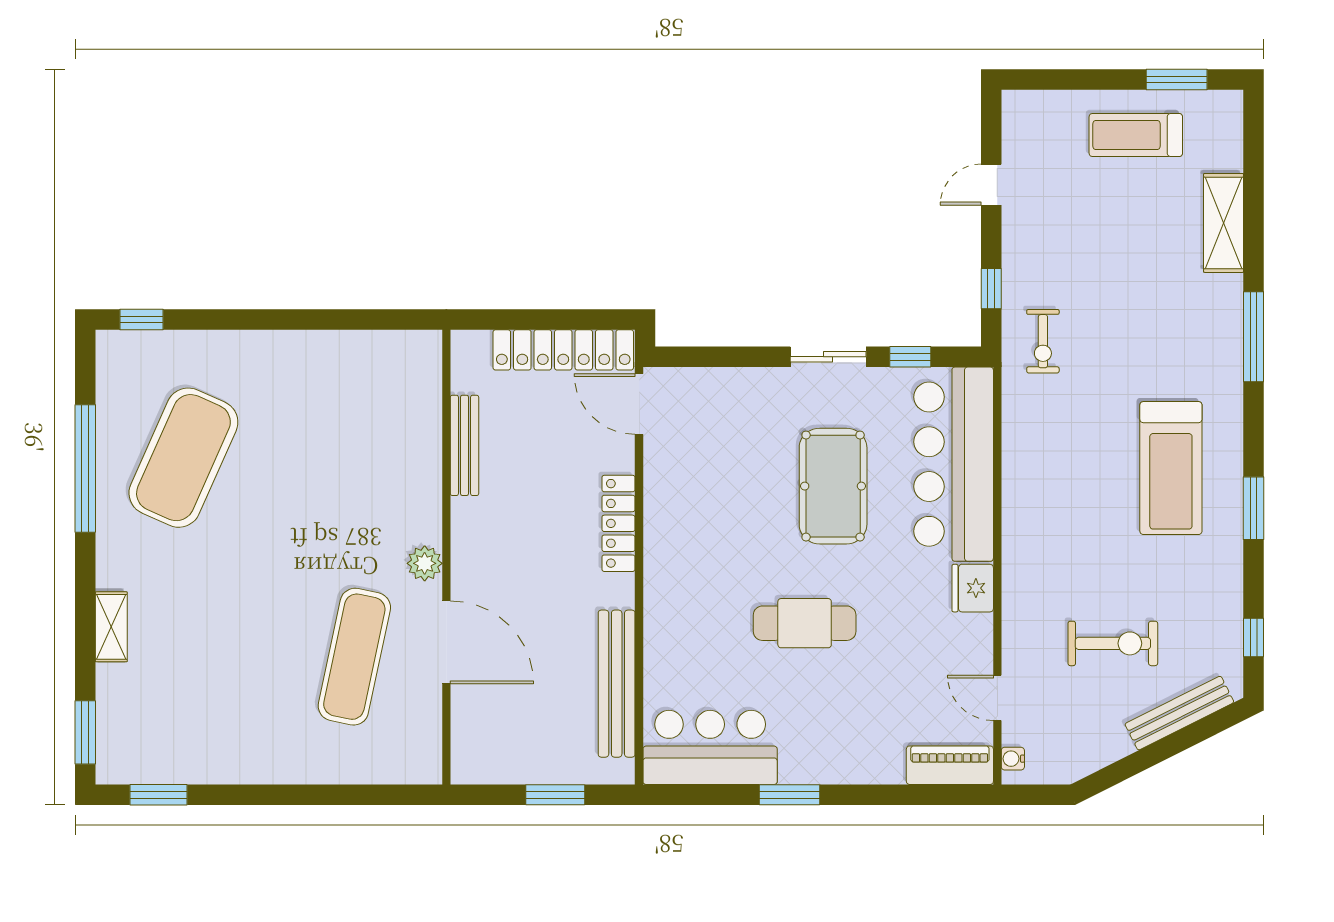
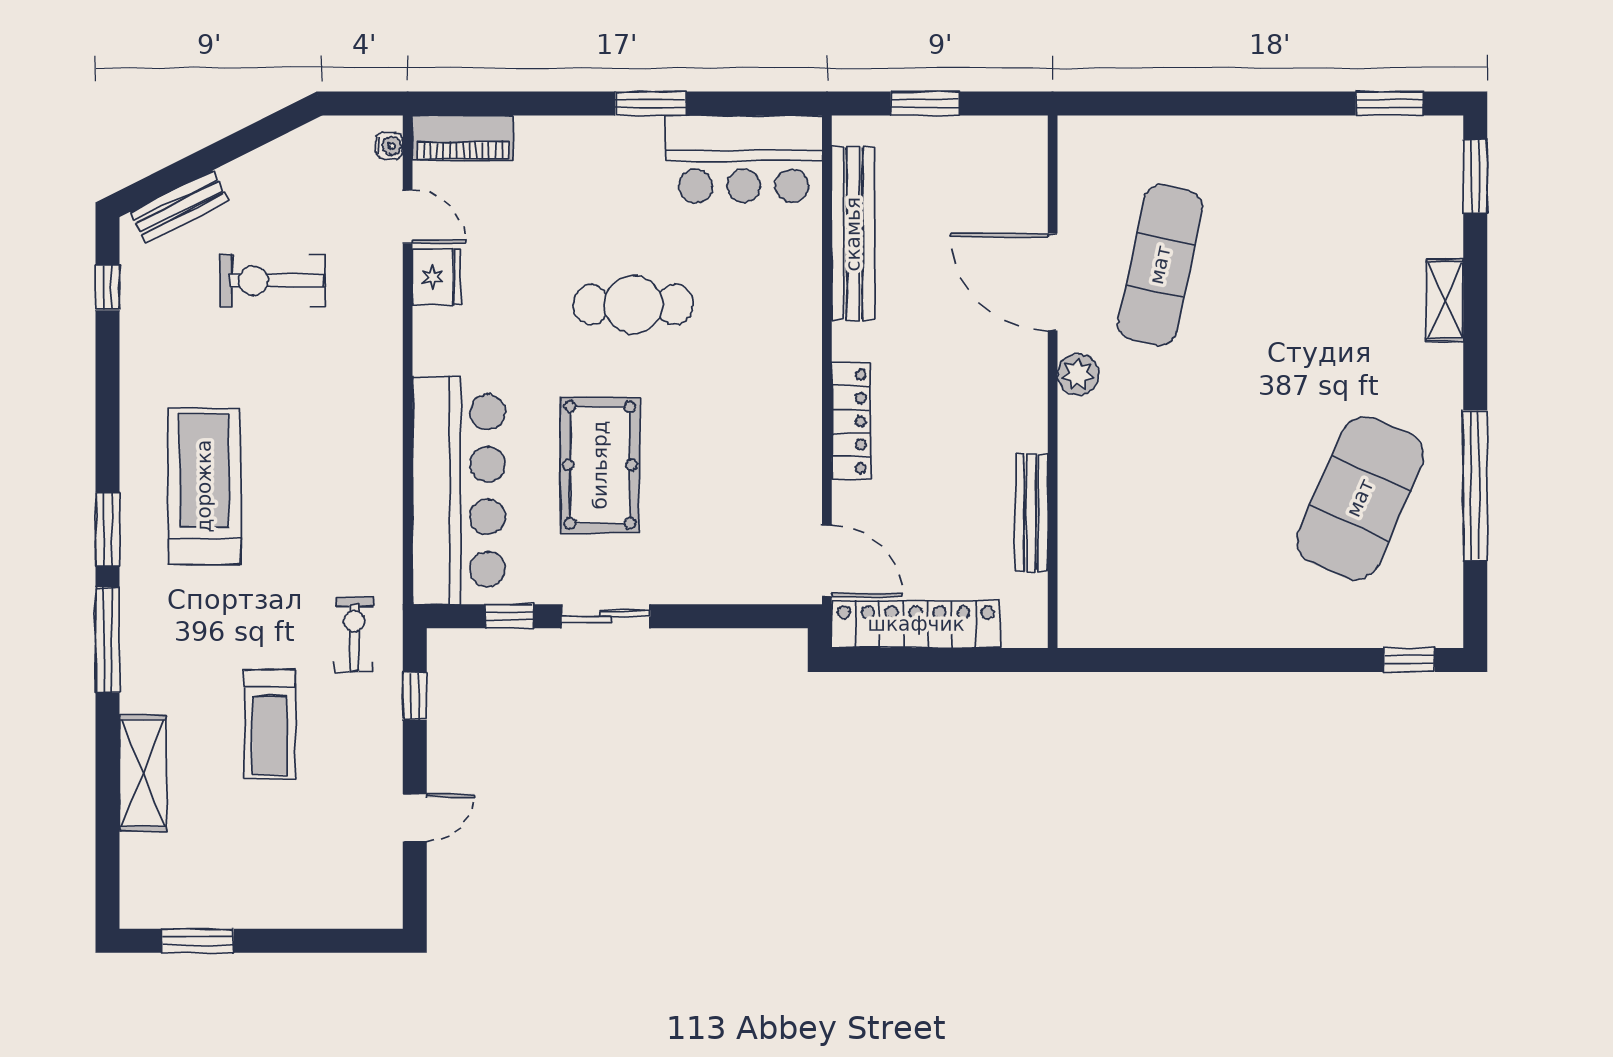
treadmill: (1136, 135) -> (270, 724), moved, turned 90
window: (1254, 508) -> (108, 529), moved
fridge: (973, 588) -> (436, 277), moved
bench: (1179, 713) -> (179, 207), width x0.73

